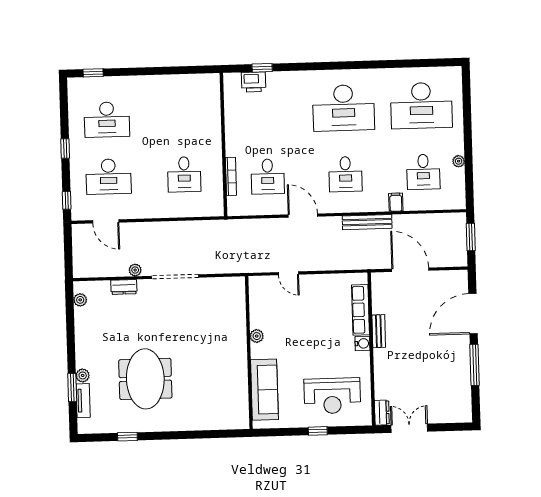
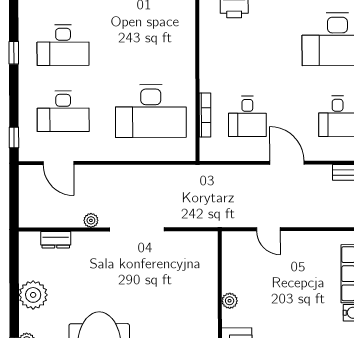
window: (65, 148) -> (14, 53), moved
desk: (184, 174) -> (151, 111), width x1.87, depth x1.30
dresser: (124, 287) -> (56, 240), moved
plant: (80, 300) -> (33, 295), moved, width x1.88, depth x1.88

